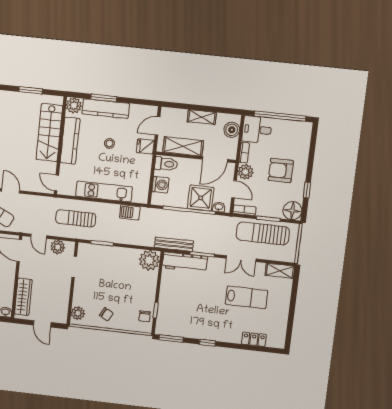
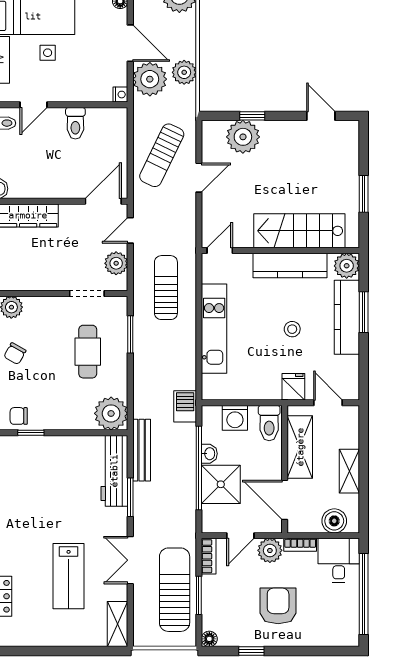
washbasin: (219, 207) -> (209, 454), moved
floor lamp: (292, 211) -> (209, 639), width x0.53, depth x0.53
barbecue: (130, 212) -> (185, 406), moved
cafe table: (110, 270) -> (88, 352), added

